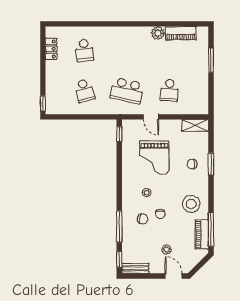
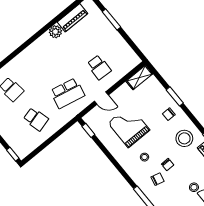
grand piano: (154, 158) -> (129, 126), turned 180
chair: (192, 164) -> (169, 114), moved

